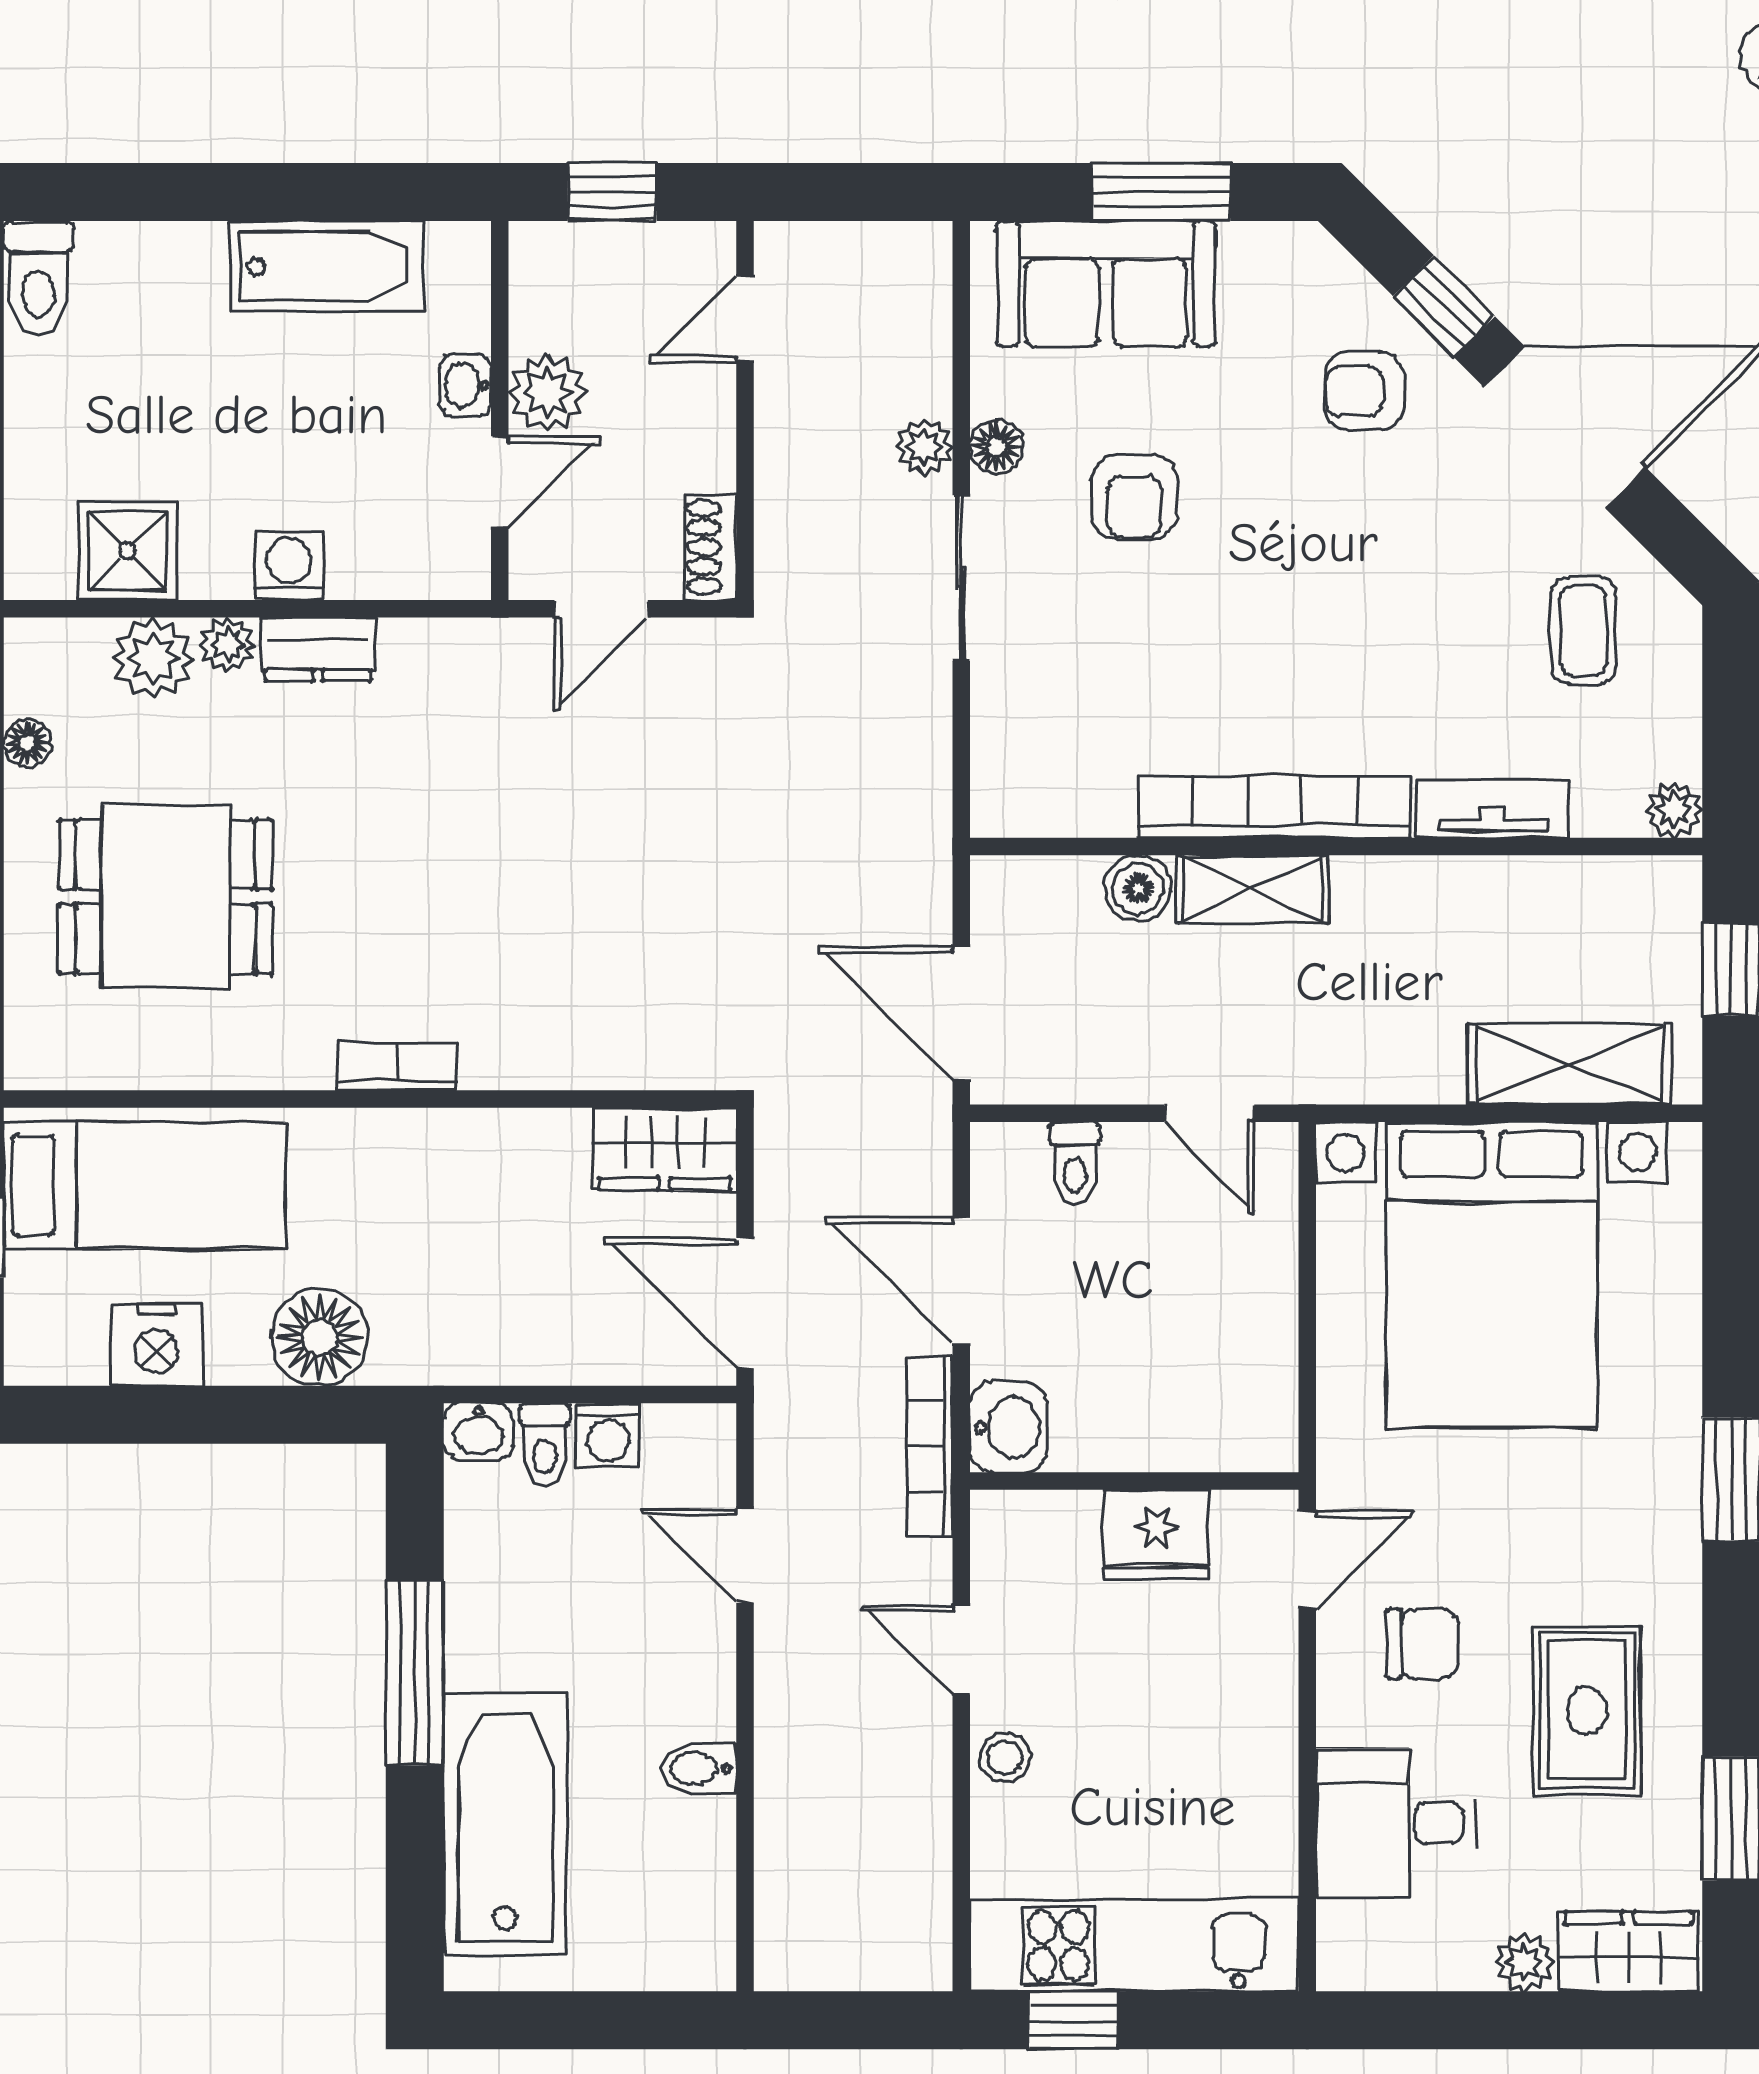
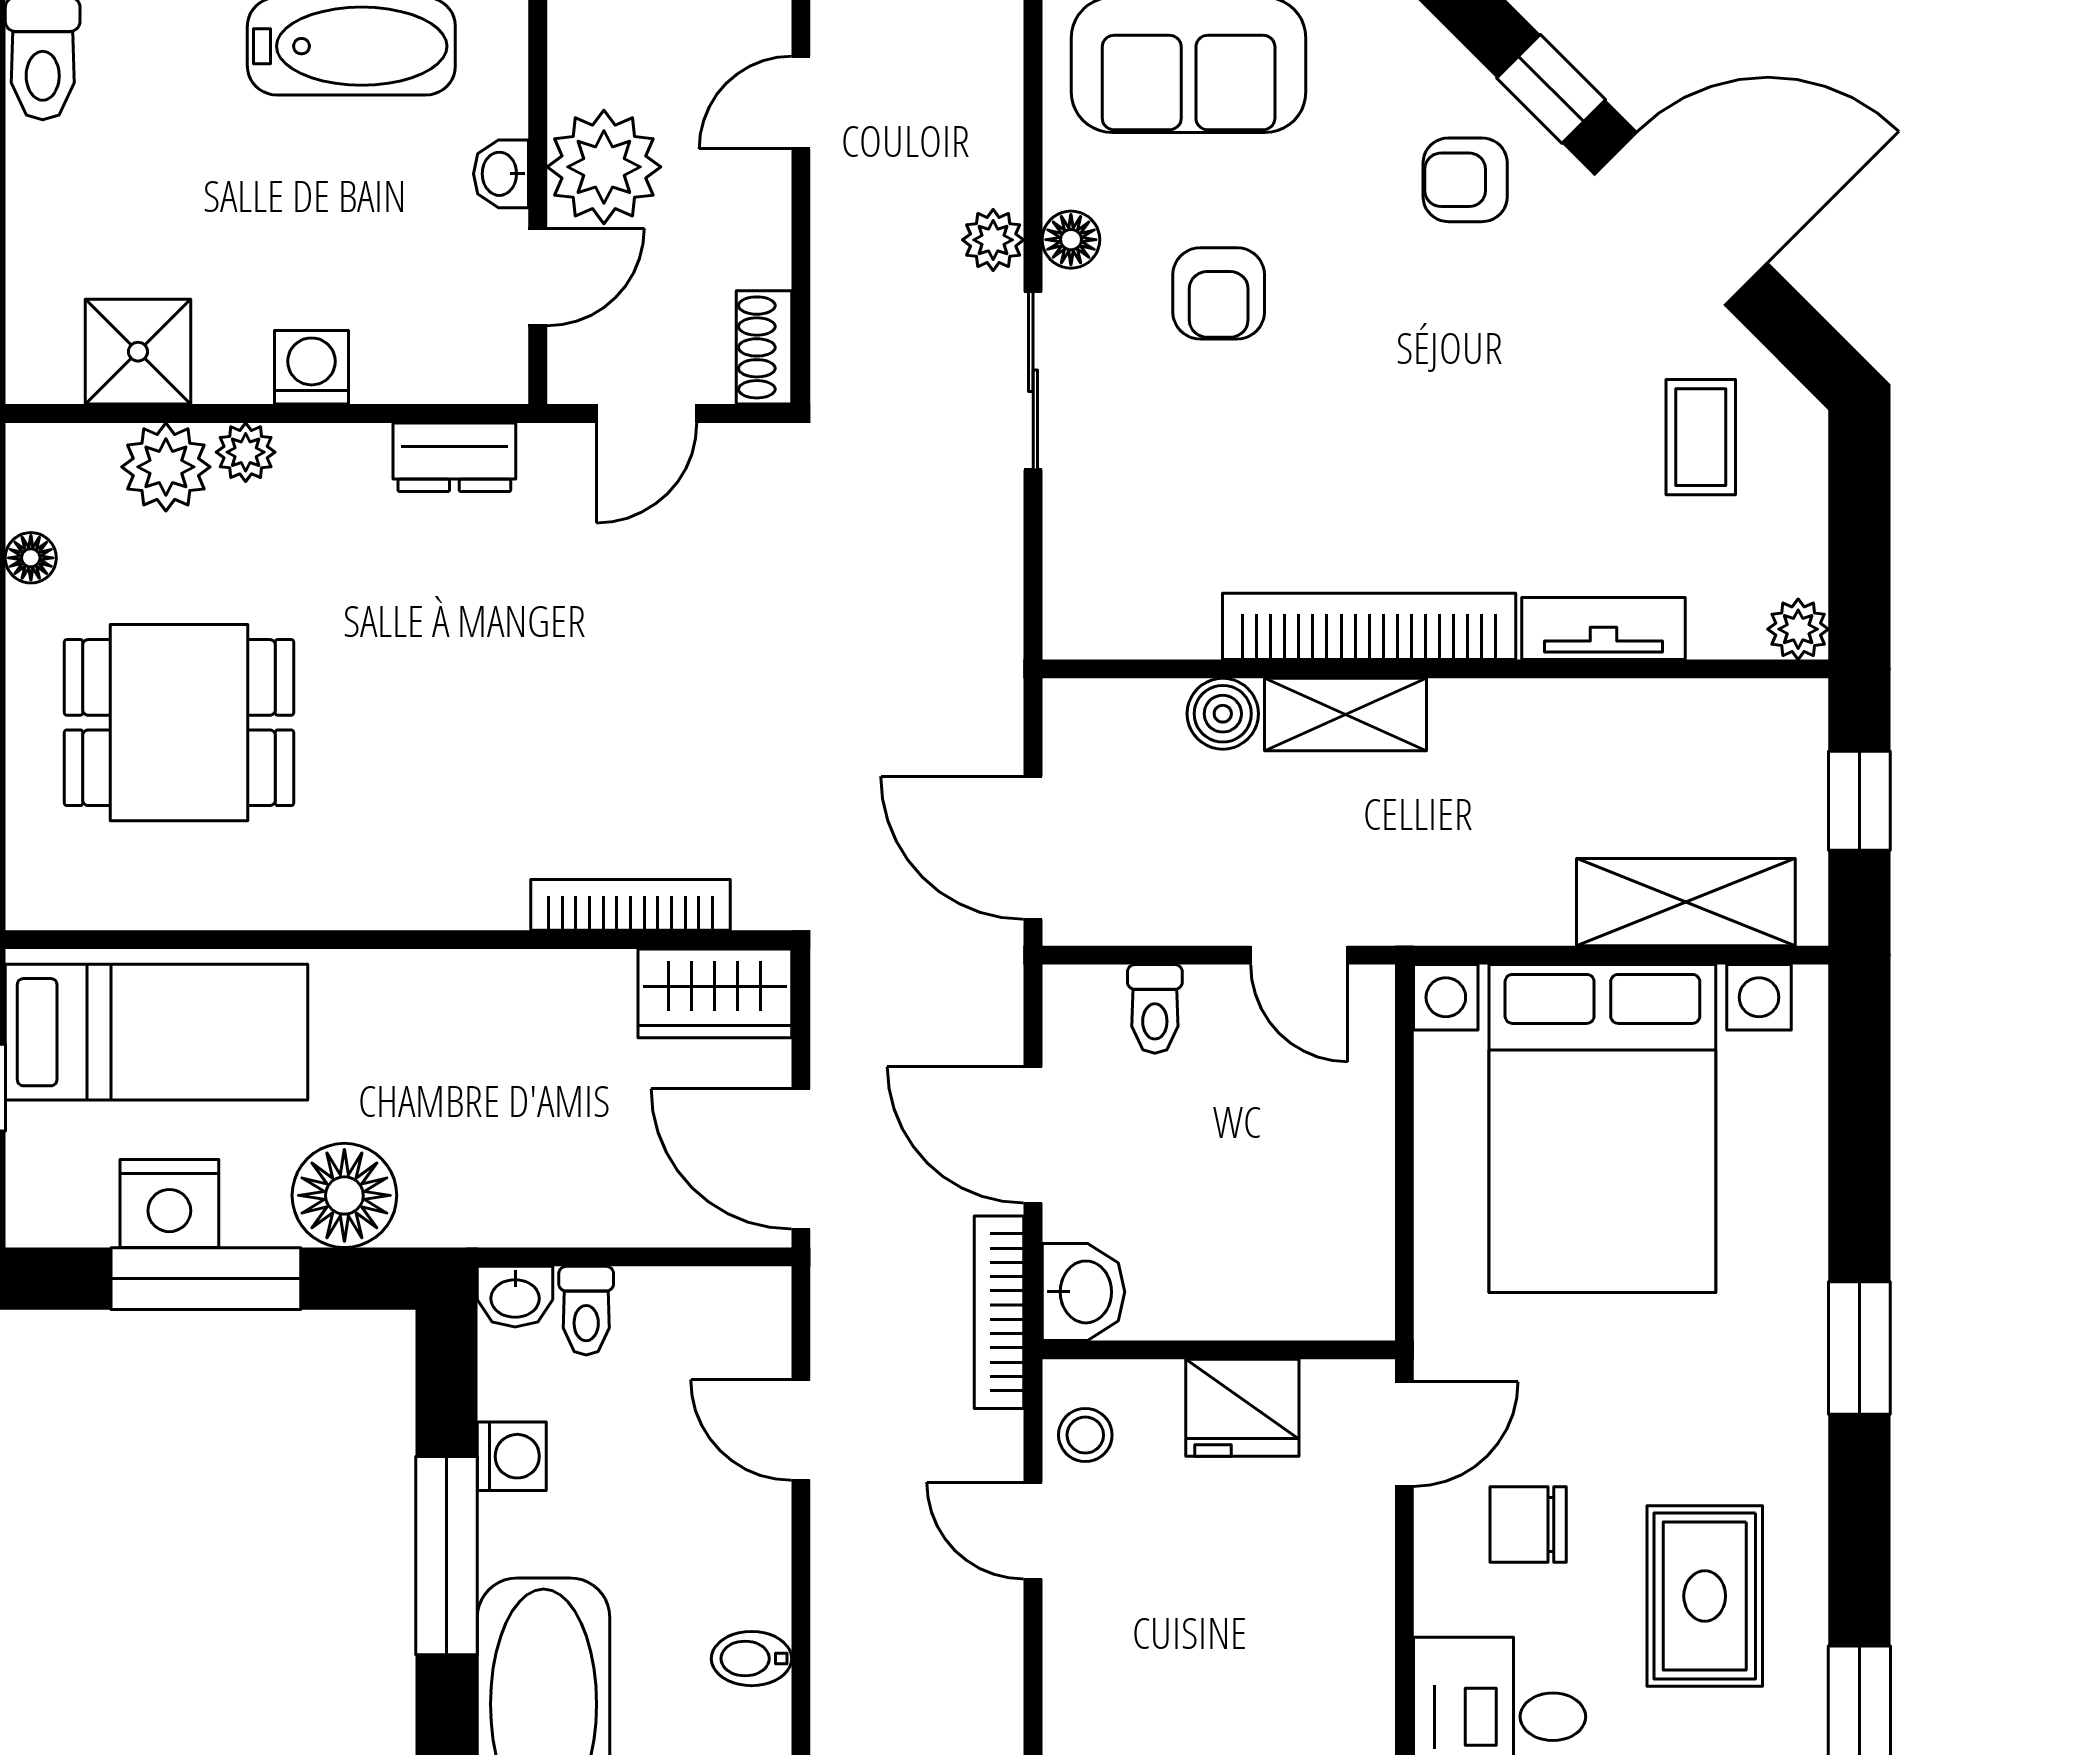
plant: (547, 393) -> (604, 167), width x1.36, depth x1.36
dresser: (318, 649) -> (454, 457), moved
bookcase: (397, 1066) -> (630, 905), moved, width x1.56
window: (191, 1415) -> (206, 1279), added
washing machine: (608, 1435) -> (512, 1456), moved, turned -90
chair: (1423, 1644) -> (1528, 1525), turned 180
stool: (1004, 1757) -> (1085, 1435), moved

